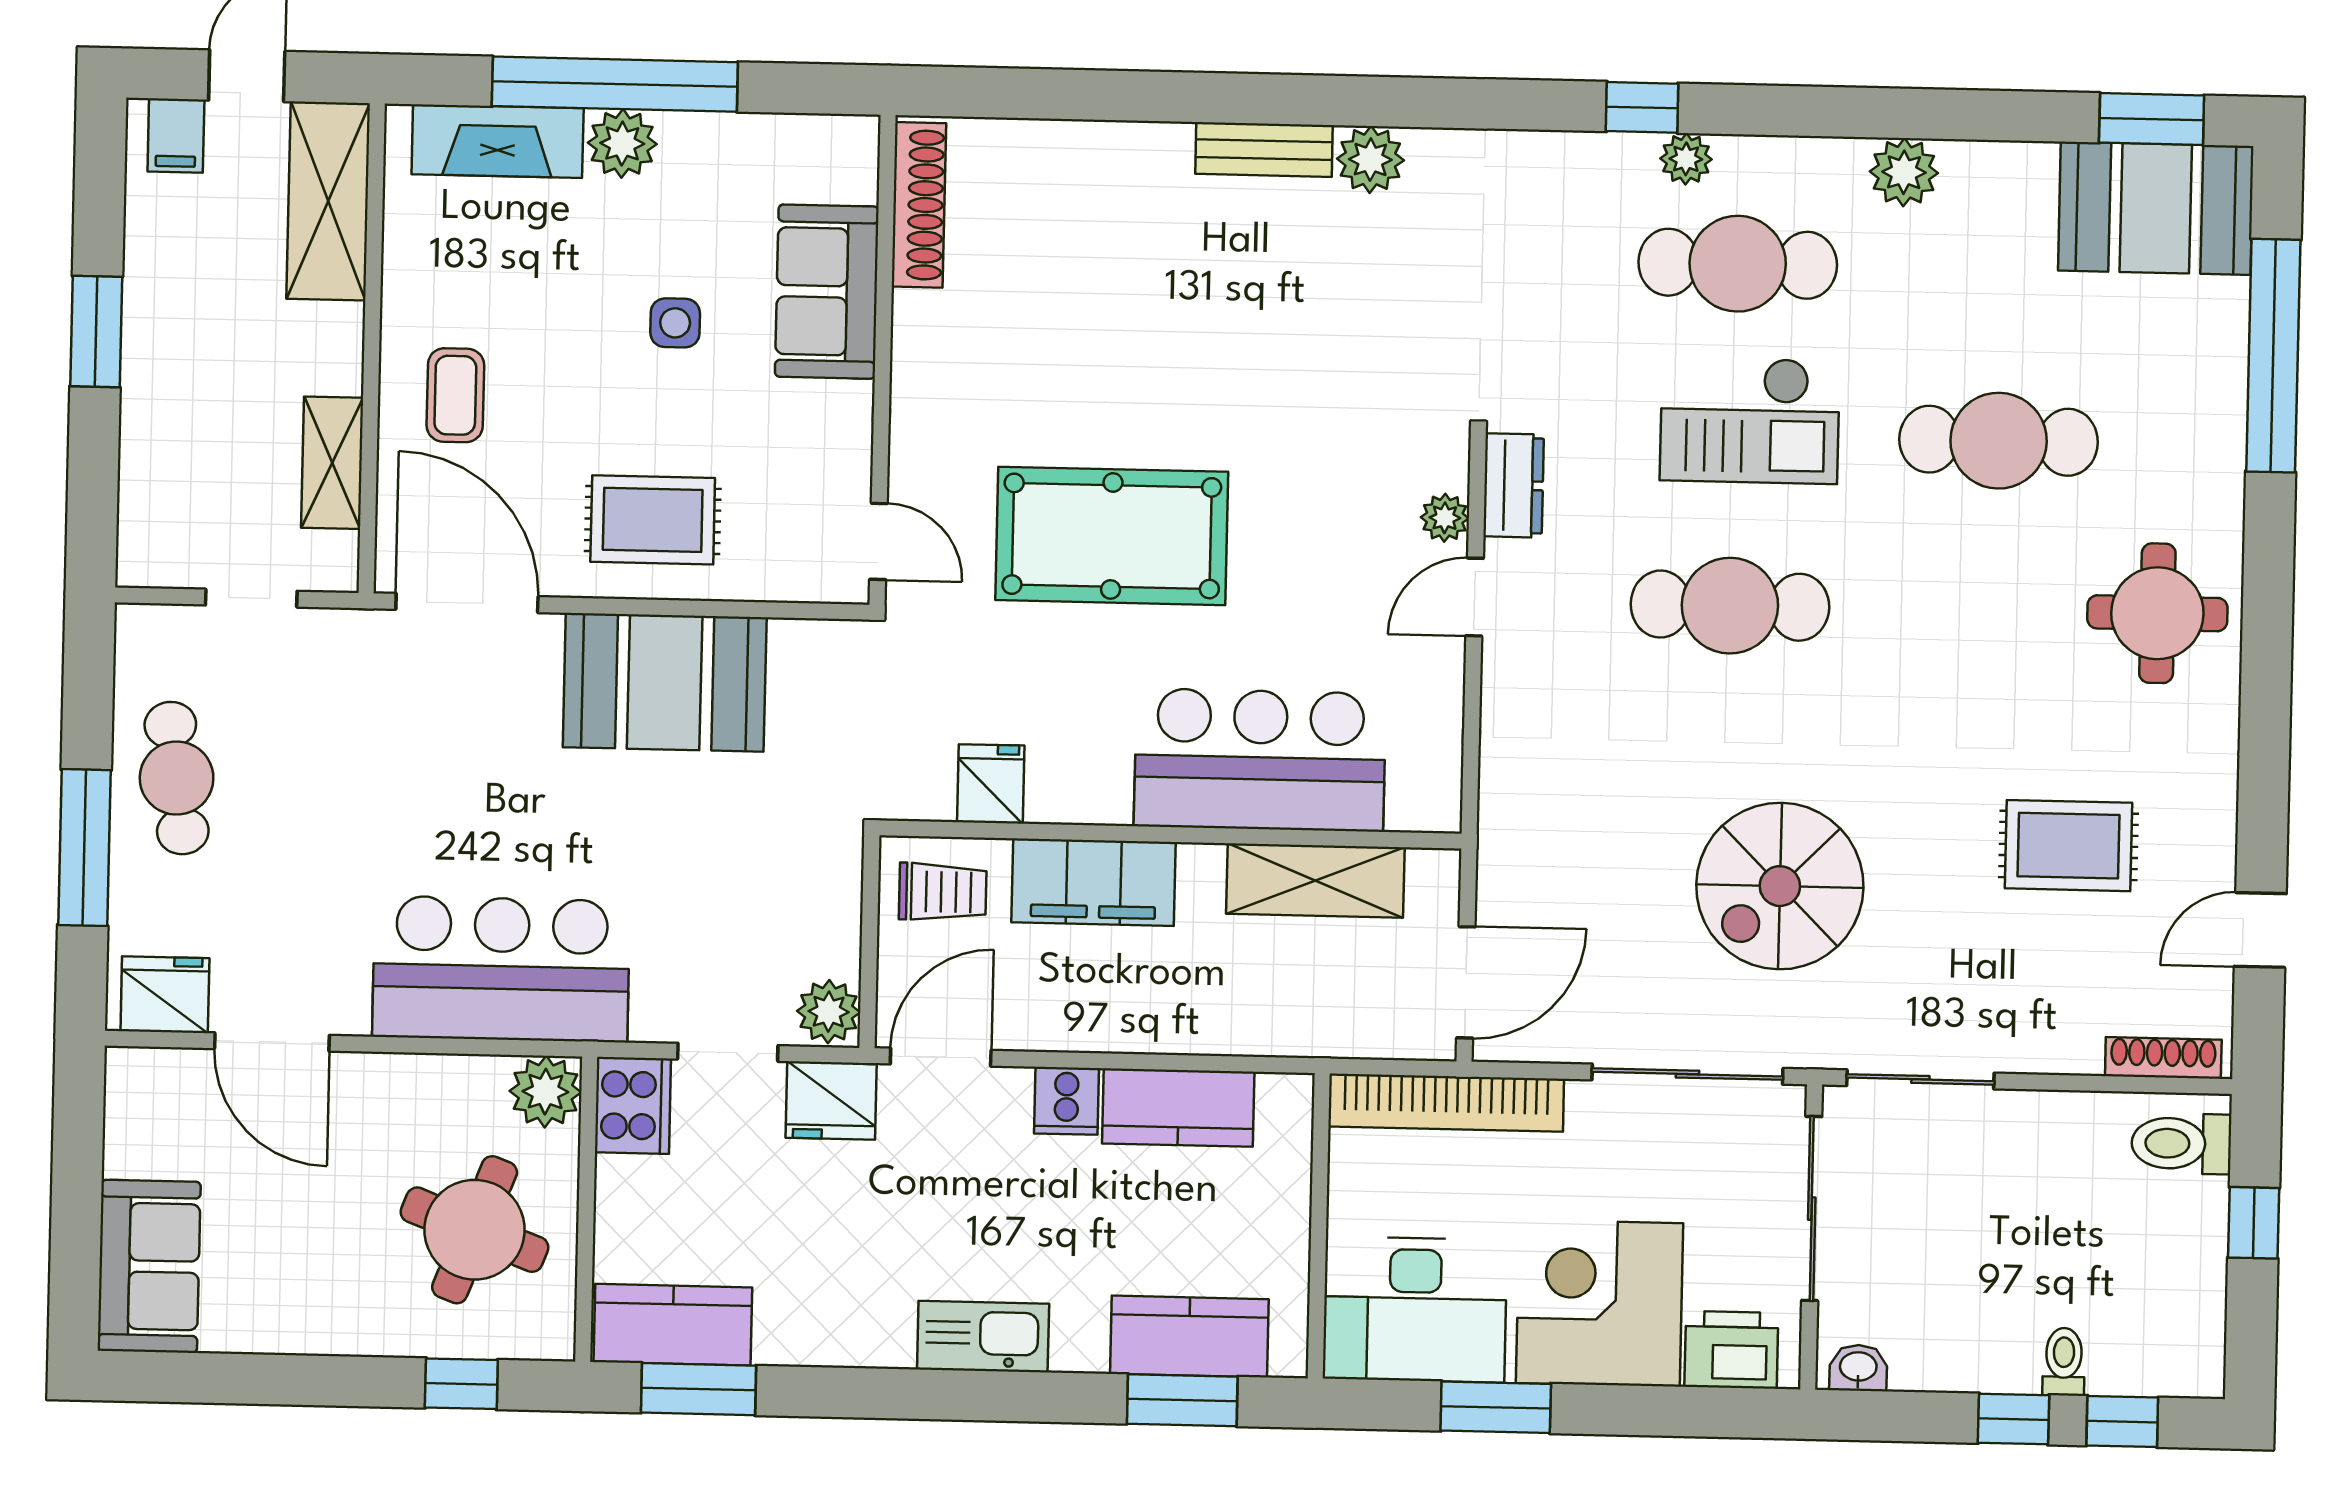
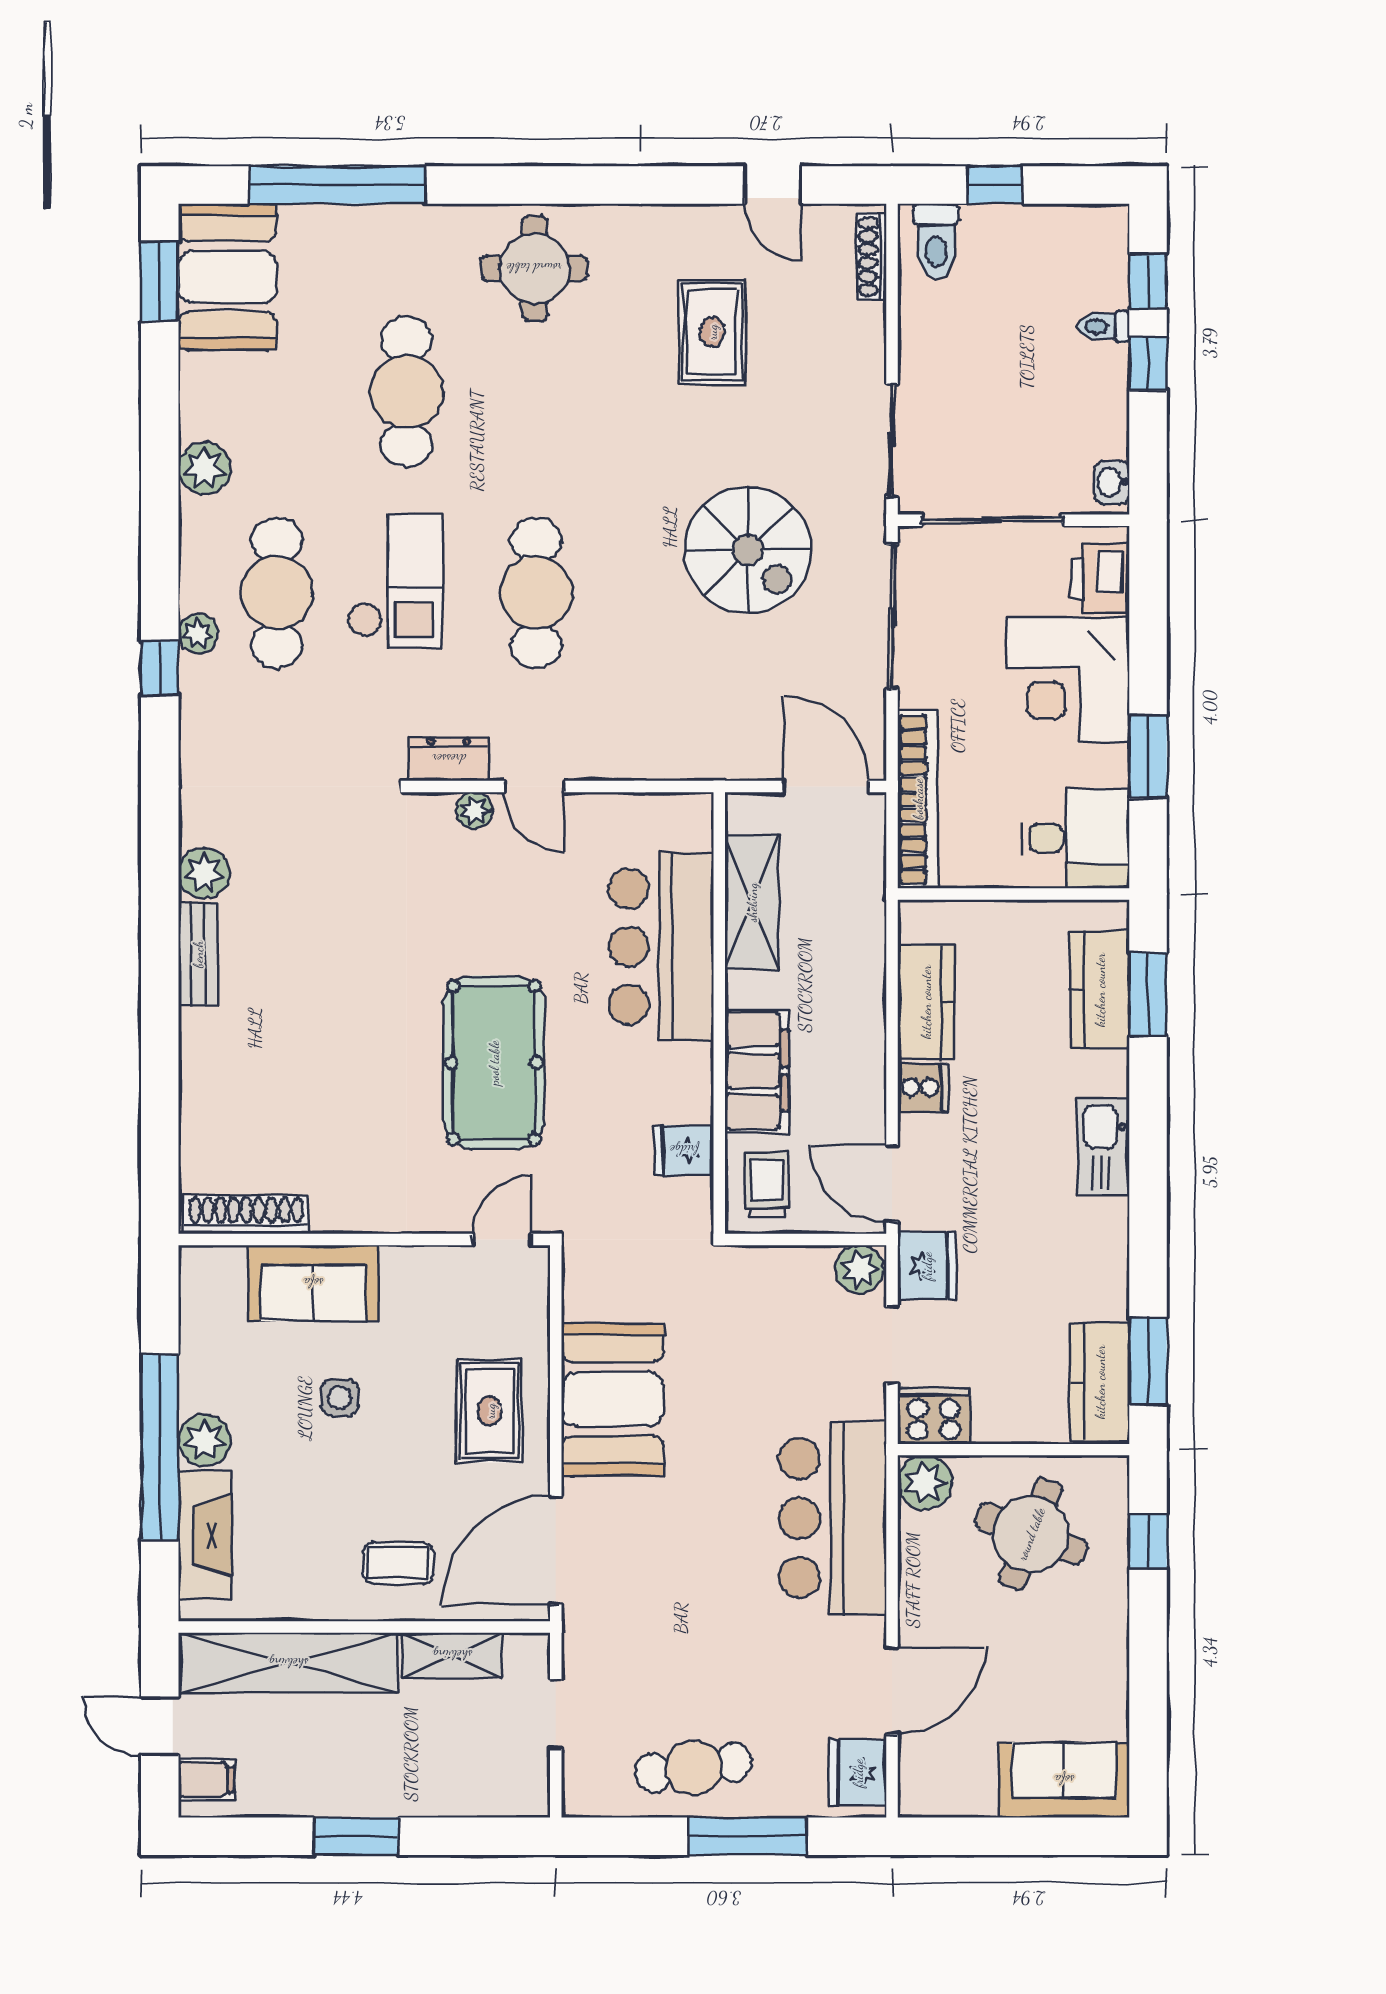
shelving: (328, 201) -> (288, 1663), width x1.47
desk: (1415, 1309) -> (1075, 838), width x0.73

